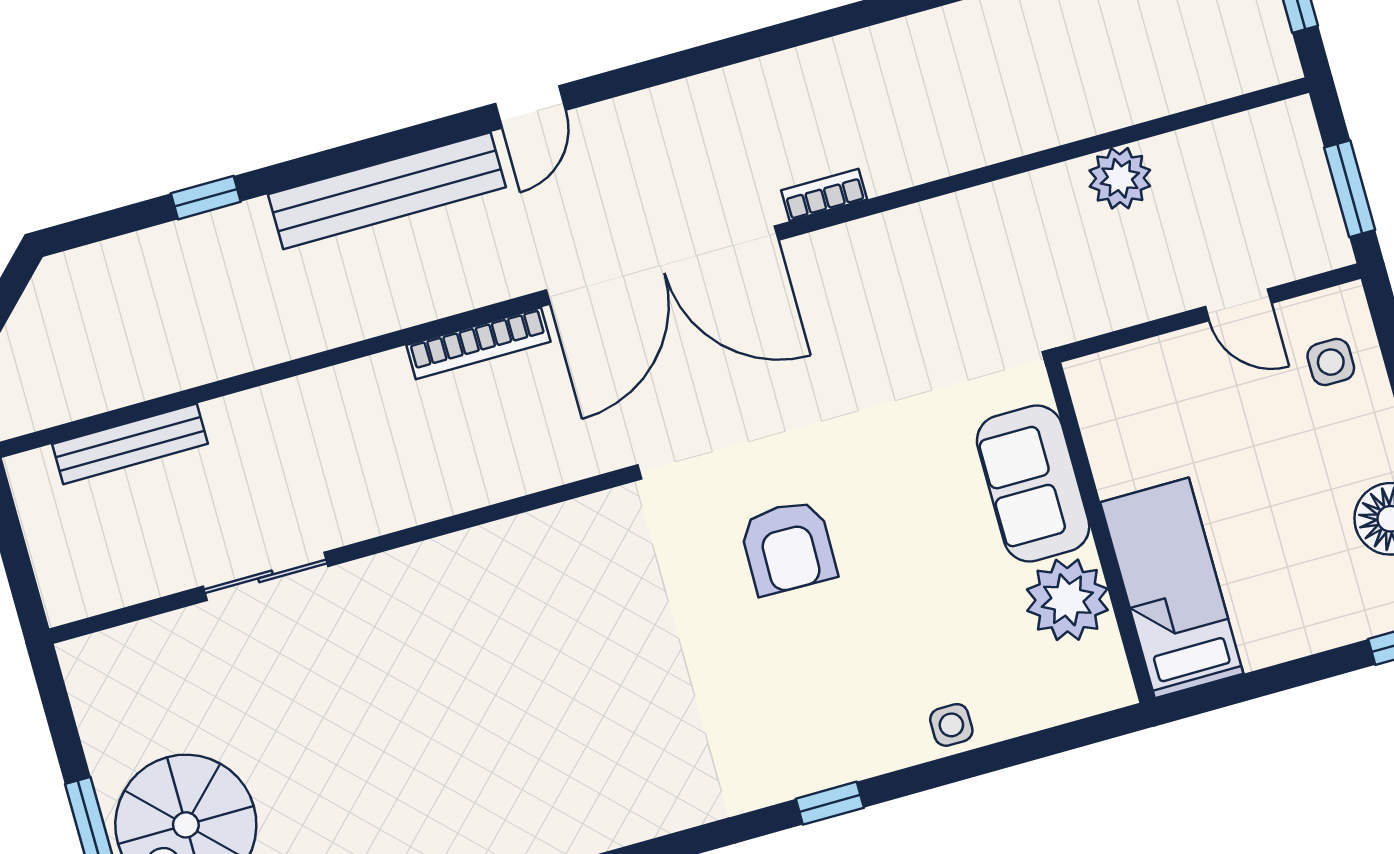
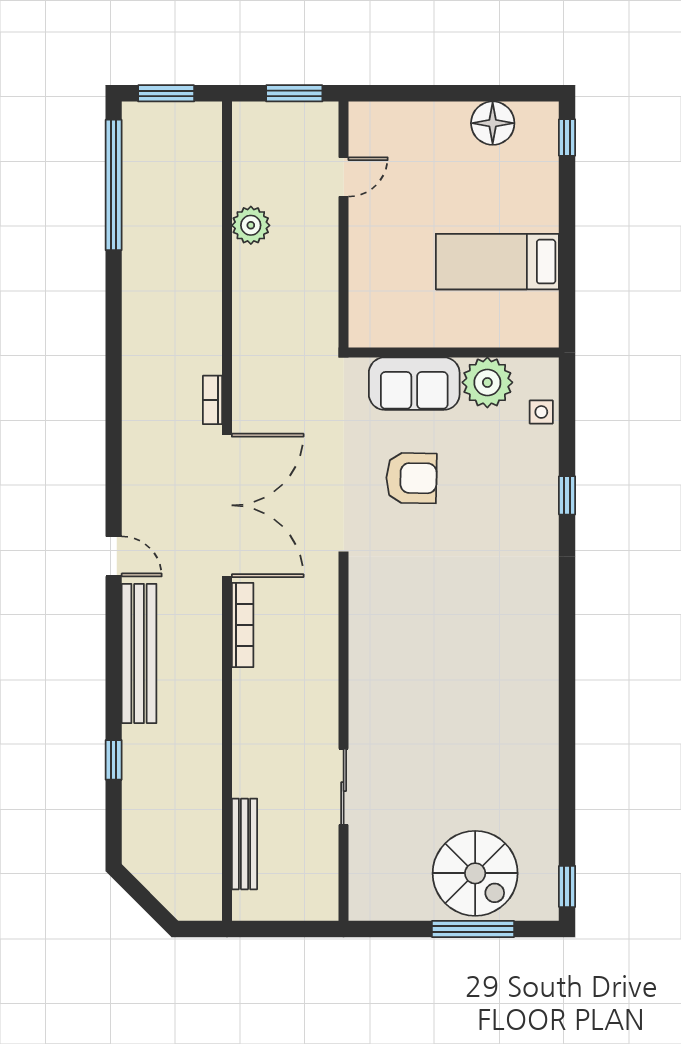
side table: (1331, 362) -> (392, 132), removed
sofa: (1033, 483) -> (414, 384), moved
wall: (1100, 533) -> (454, 352), moved
plant: (1067, 600) -> (487, 382), moved

